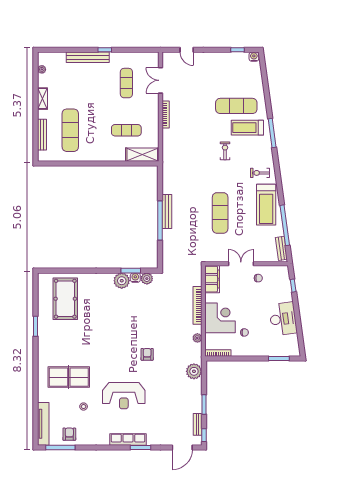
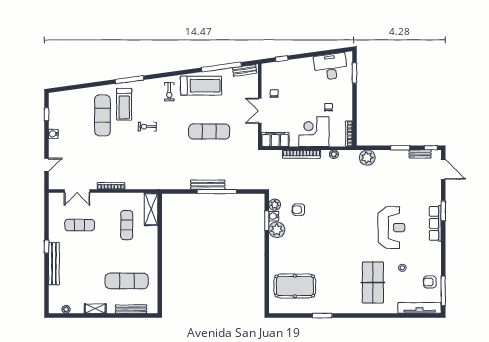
water cooler: (254, 57) -> (53, 134), moved
desk: (283, 319) -> (331, 67), moved
armchair: (147, 354) -> (299, 210), moved

